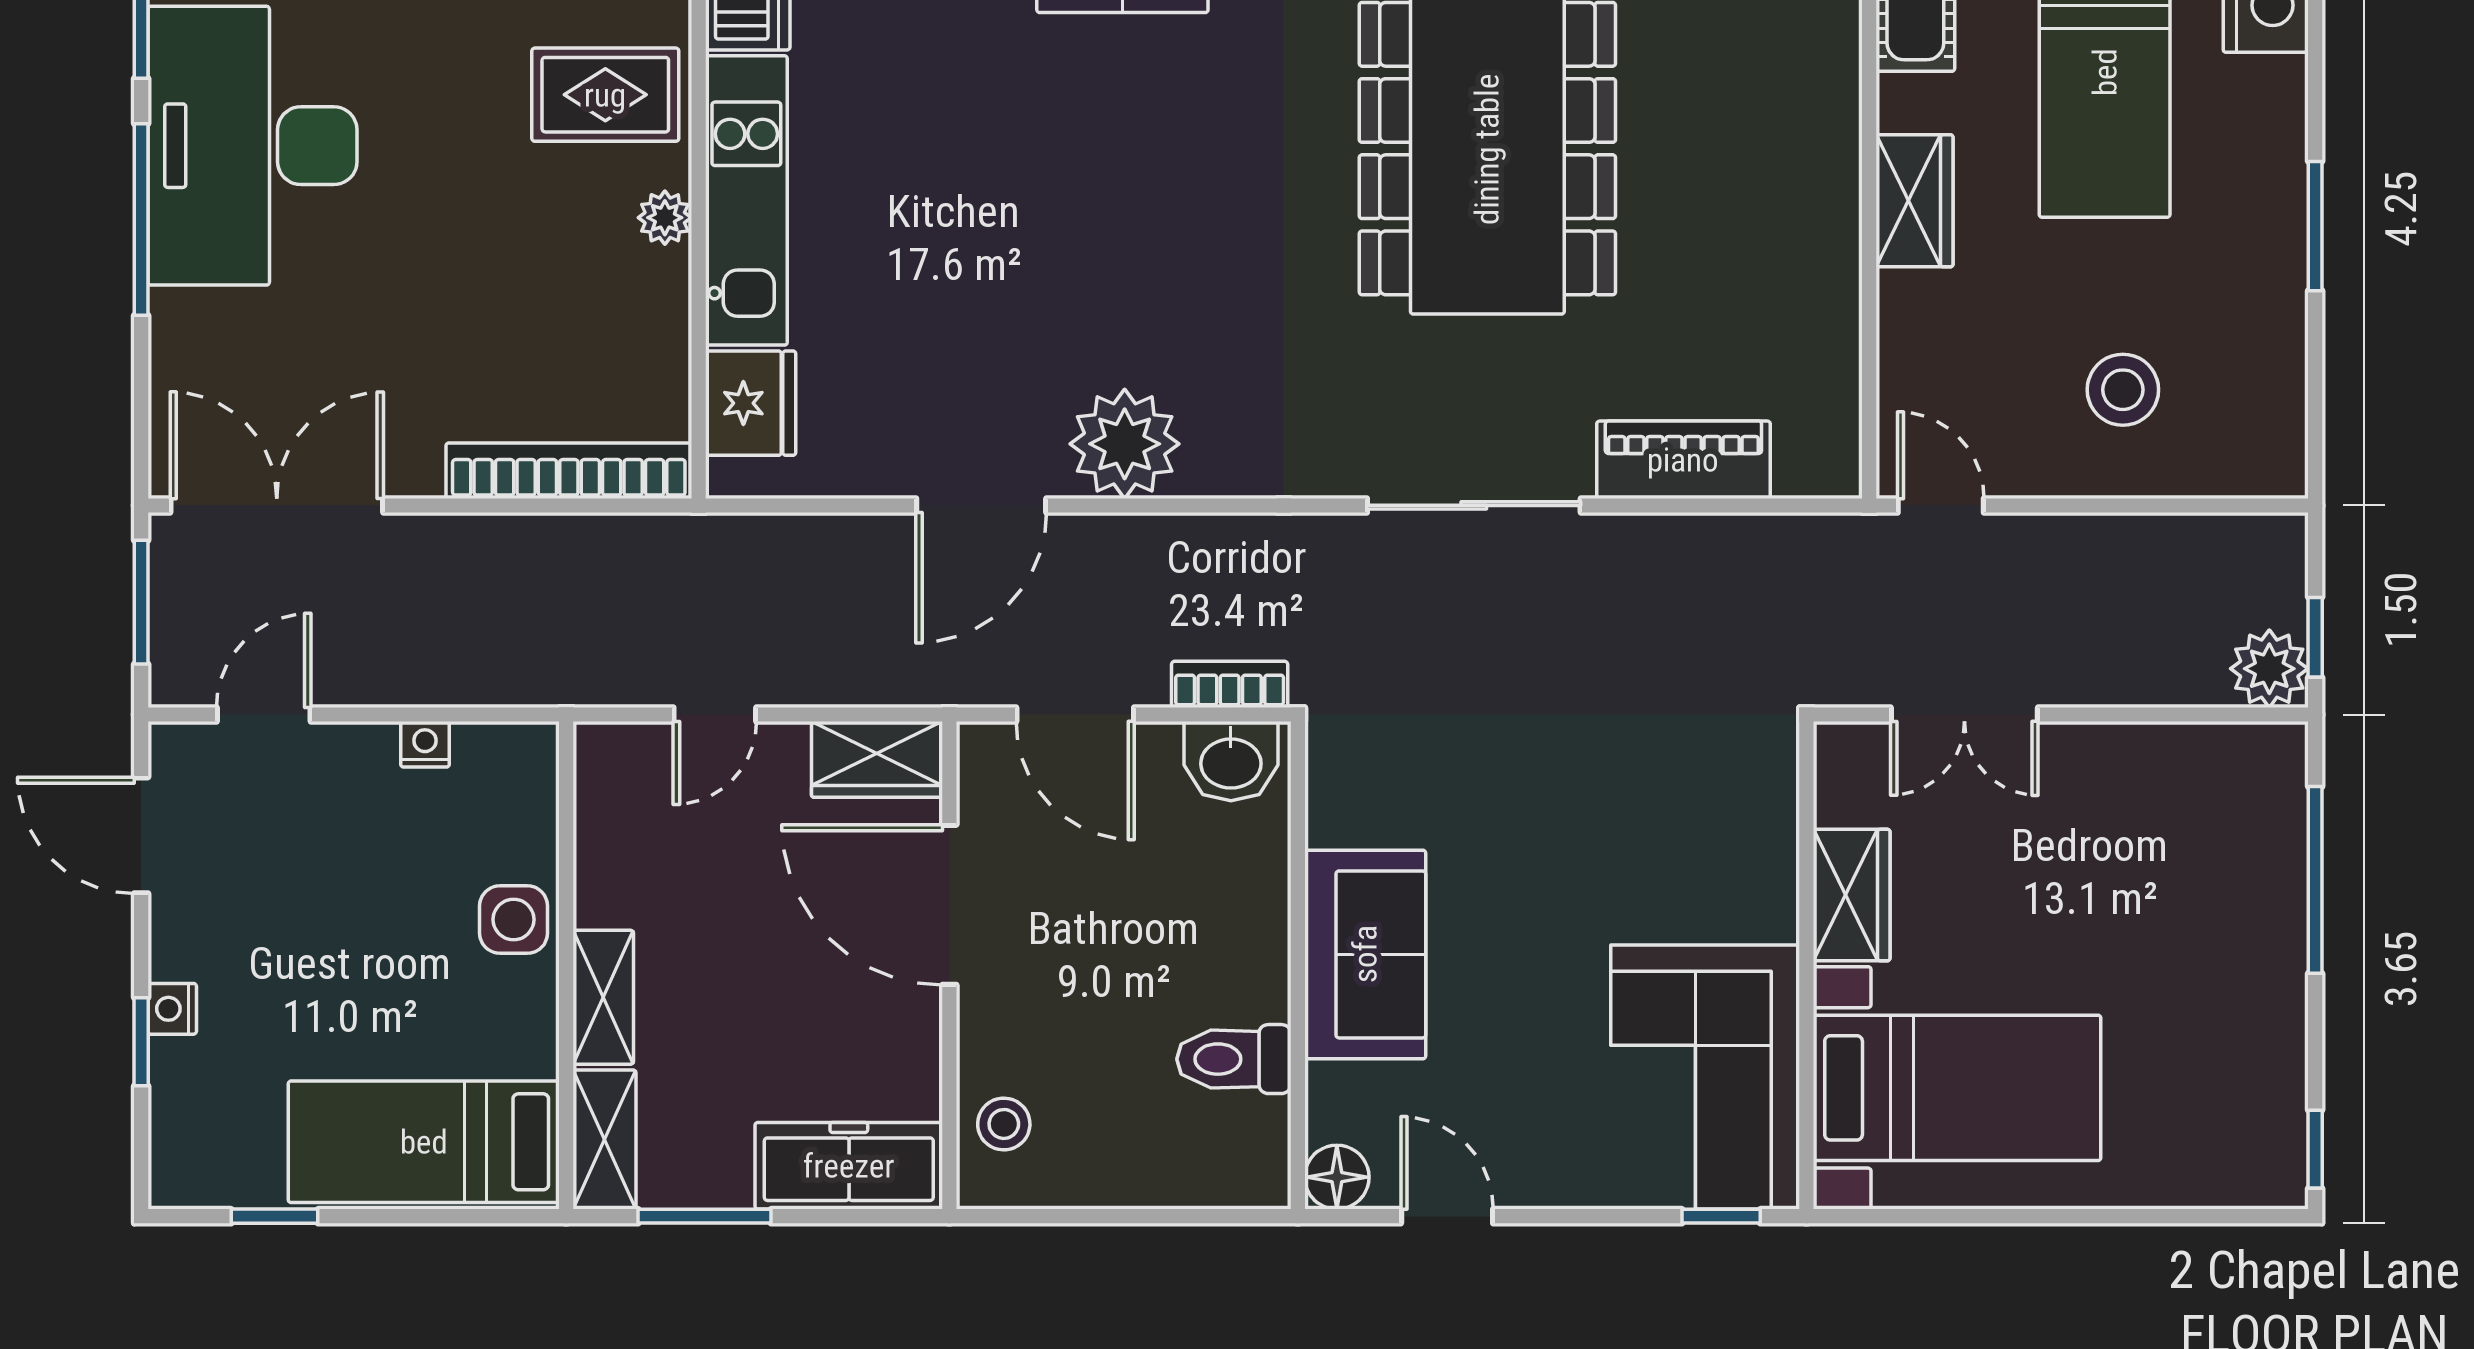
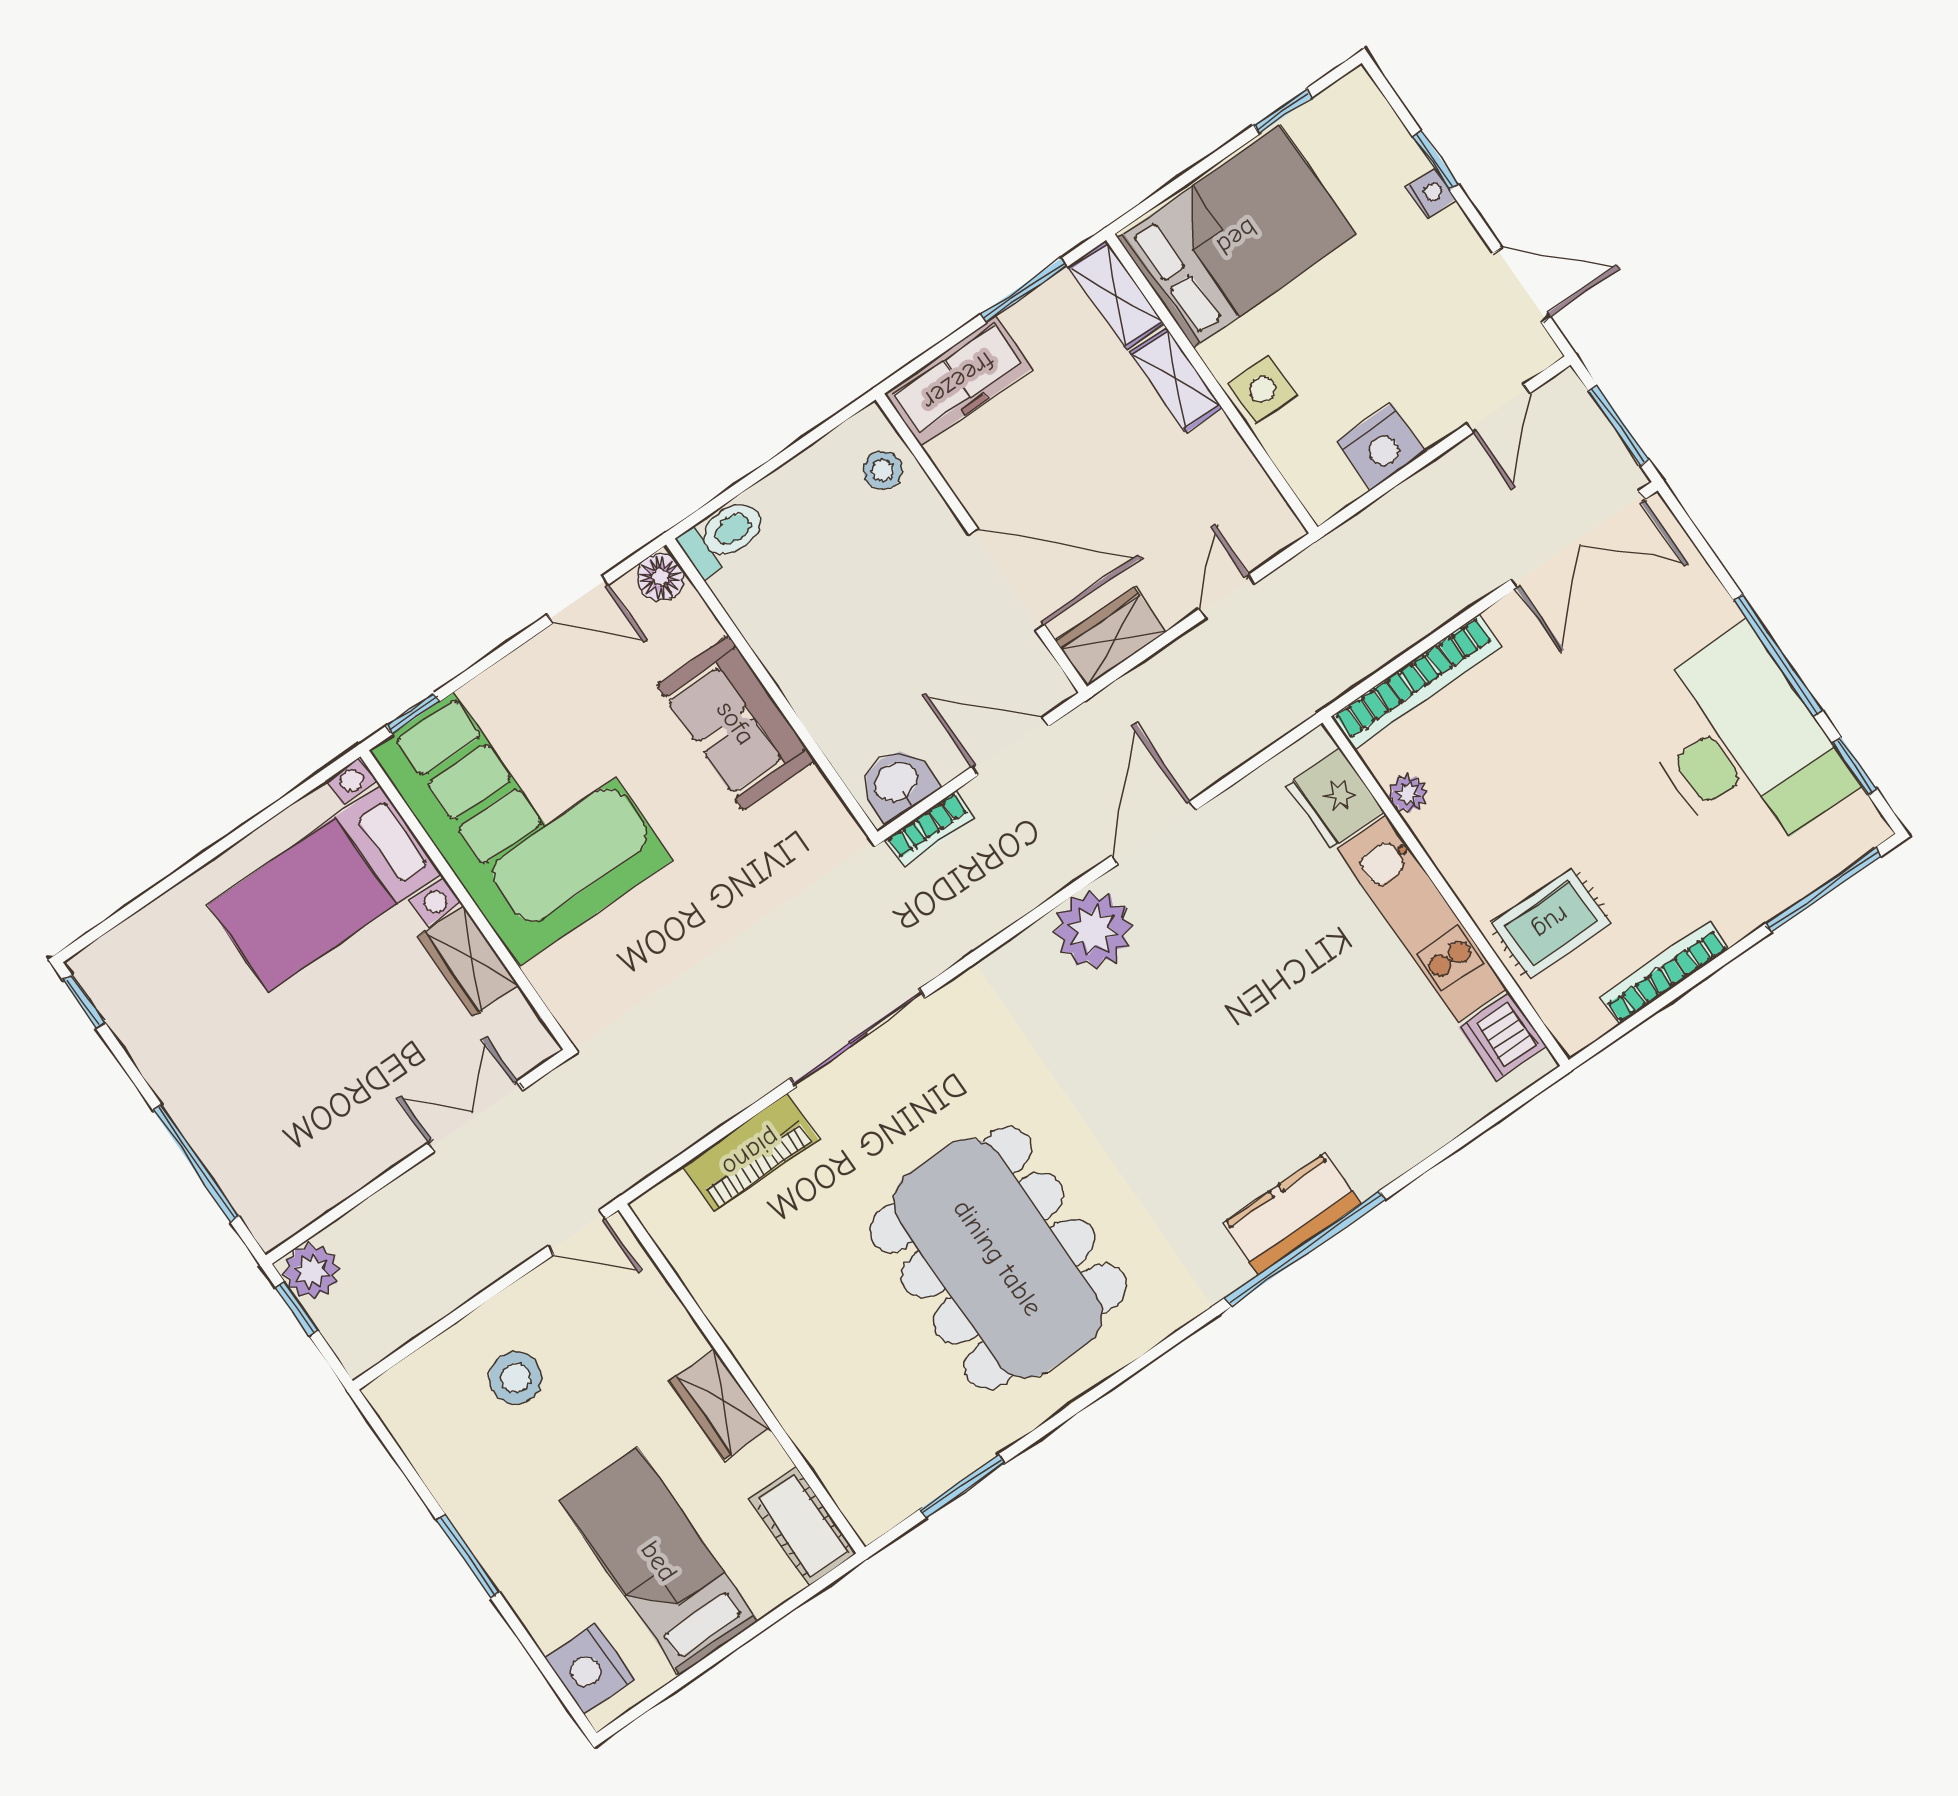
plant: (665, 218) -> (1408, 794), moved
nightstand: (425, 744) -> (1381, 447), width x1.89, depth x1.79
toilet: (1234, 1059) -> (723, 536), moved
corner sofa: (1705, 1077) -> (521, 805), width x1.36, depth x1.36
bed: (424, 1142) -> (1237, 237), width x1.50

